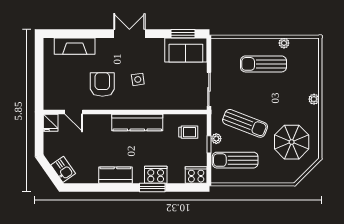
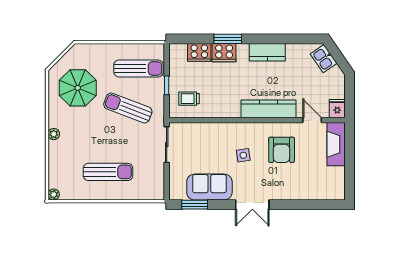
plant: (284, 43) -> (54, 194), moved
fireplace: (75, 46) -> (336, 144), moved, turned -90
sofa: (186, 50) -> (209, 187), moved
kitchen counter: (137, 123) -> (268, 109), moved
plant: (216, 139) -> (159, 92), removed
cooker: (196, 175) -> (199, 52), moved

